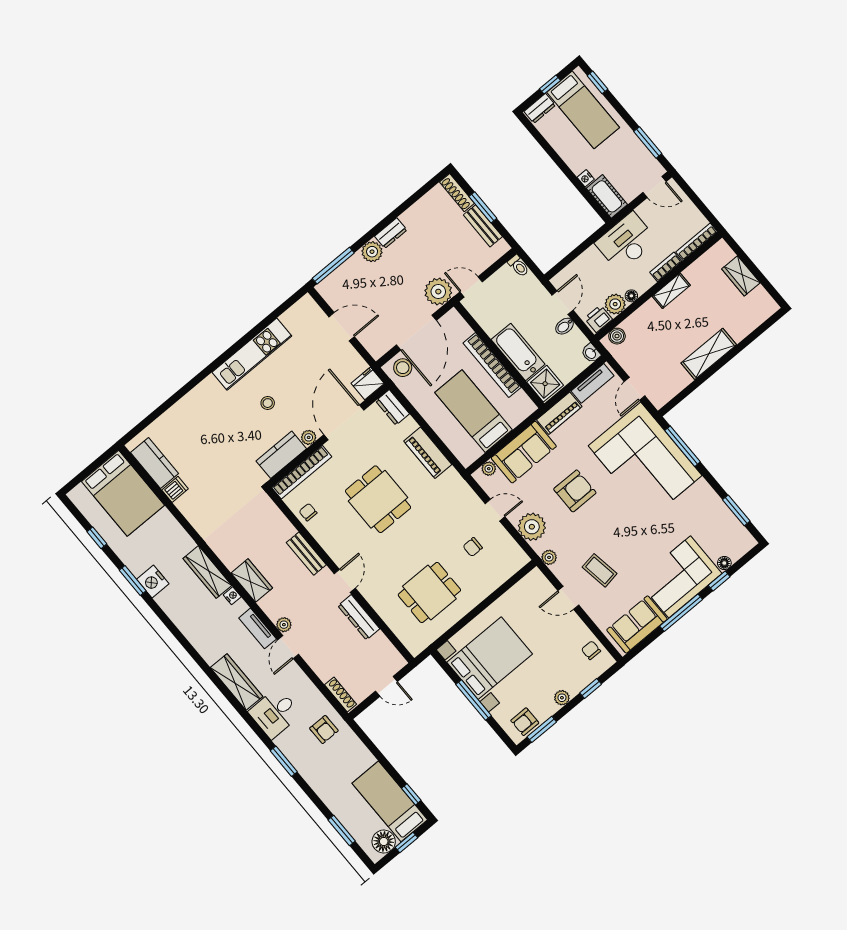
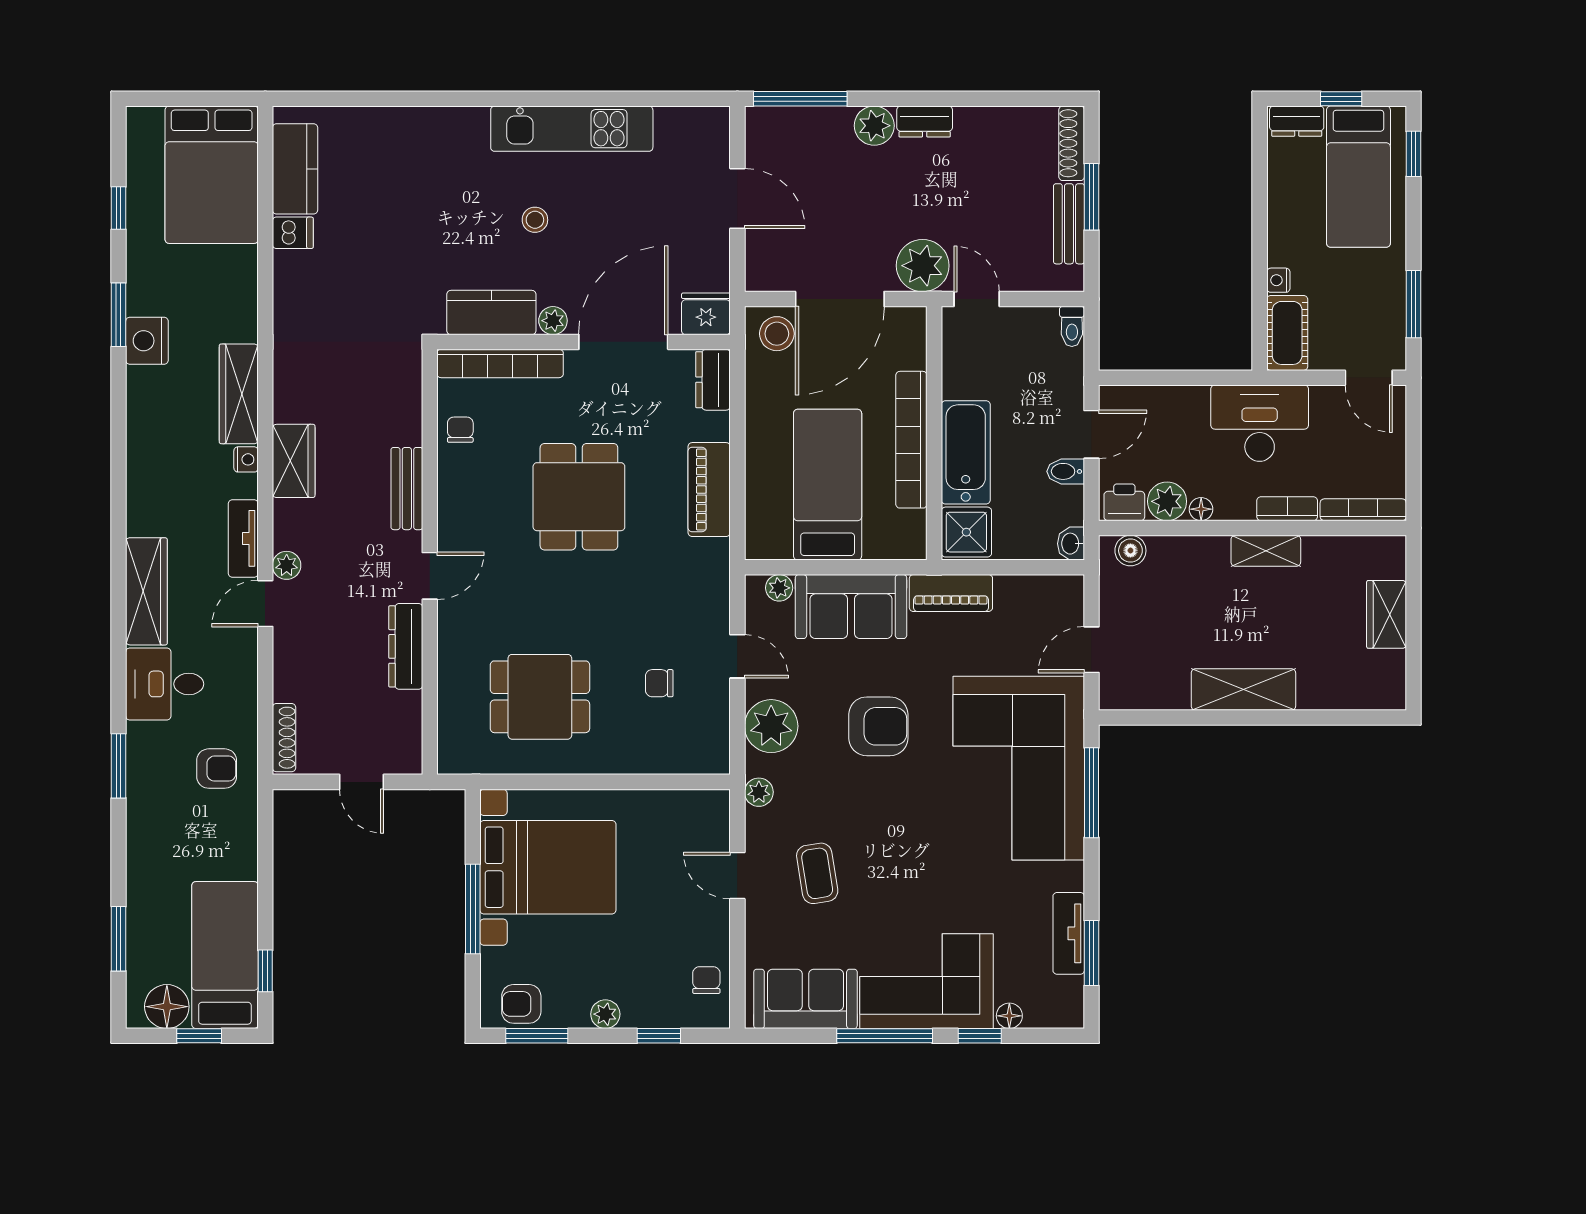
tv unit: (593, 383) -> (1069, 933), moved, turned 90
armchair: (324, 729) -> (217, 769), turned -90

